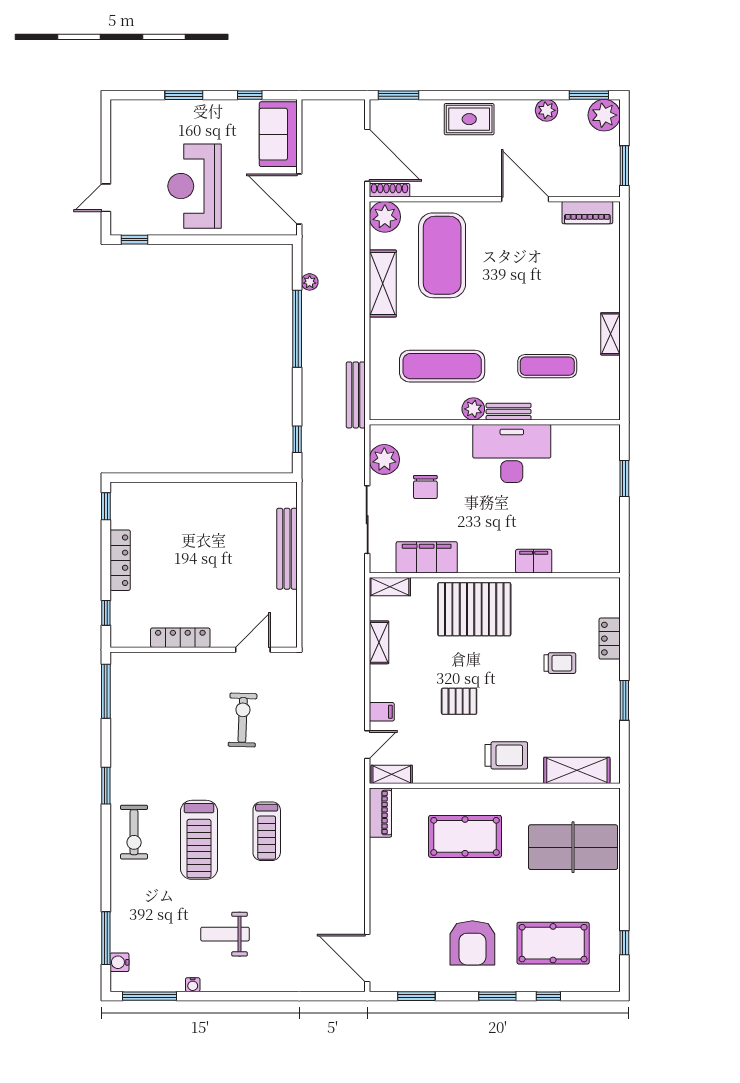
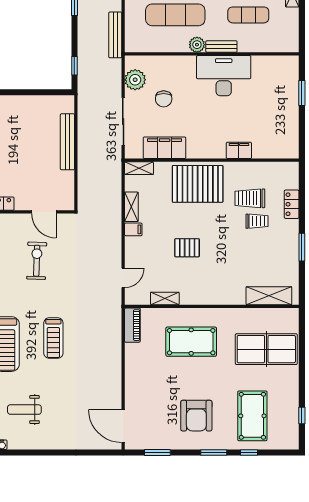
door: (253, 650) -> (44, 212), swing flipped
filing cabinet: (382, 712) -> (133, 229), moved
trolley: (506, 755) -> (250, 198), moved, turned 180
shelving: (392, 774) -> (165, 298), moved
pool table: (553, 943) -> (252, 416), turned 90

